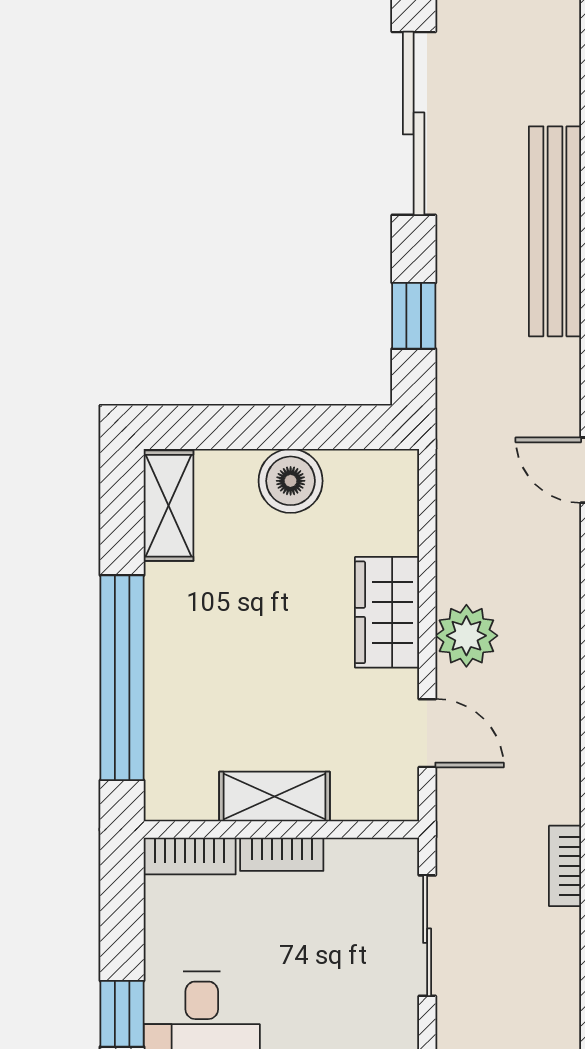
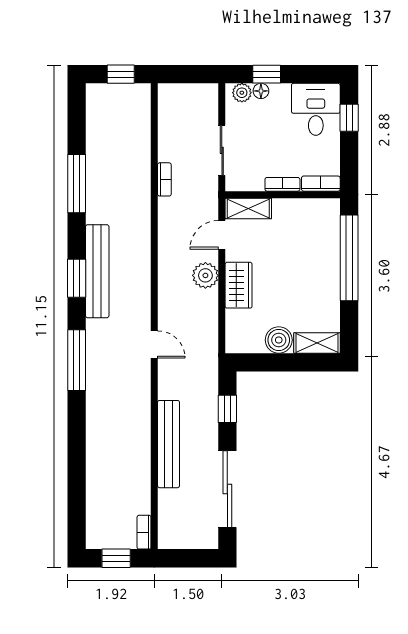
shelving: (169, 506) -> (317, 343), moved, turned 90
door: (427, 733) -> (222, 235), hinge flipped
shelving: (275, 796) -> (248, 208), moved

